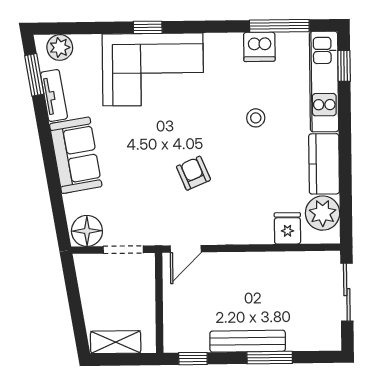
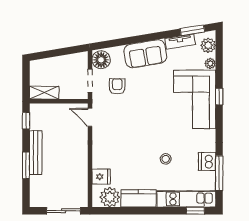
plant: (91, 44) -> (210, 63), added
armchair: (193, 173) -> (117, 86), moved, turned -67
shelving: (116, 342) -> (44, 93), moved, turned 90

